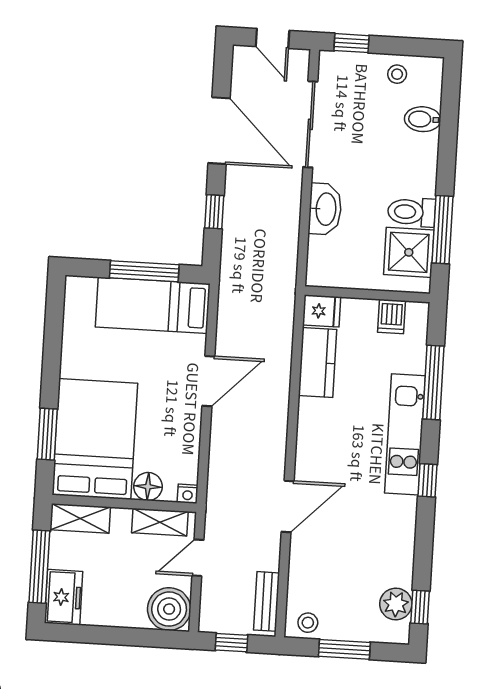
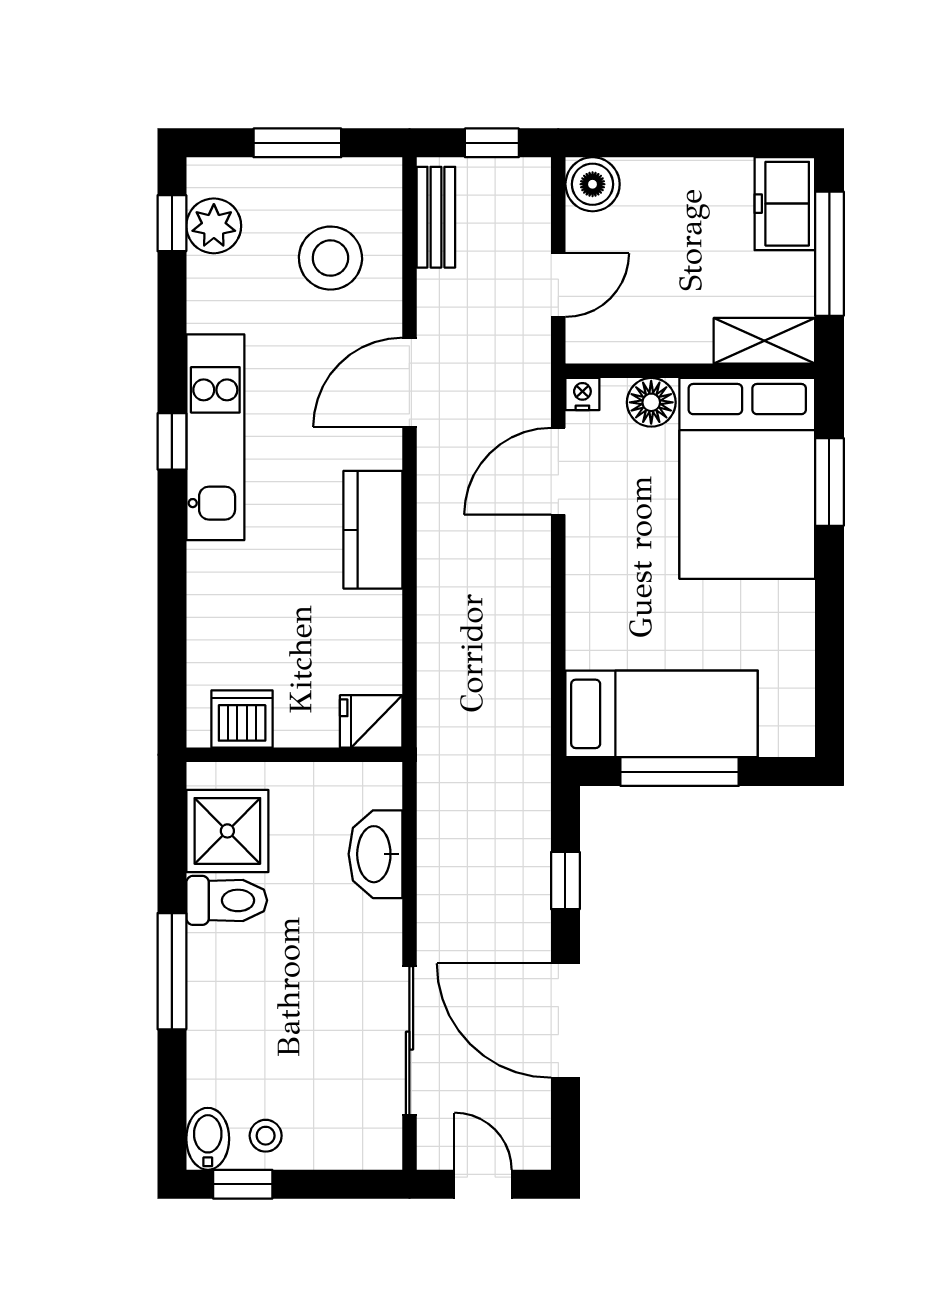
window: (352, 43) -> (243, 1184), moved
bidet: (423, 119) -> (208, 1139), moved, turned -90
washbasin: (325, 209) -> (375, 854), moved
window: (442, 230) -> (172, 971), moved
dishwasher: (392, 317) -> (242, 719), width x1.38
kitchen counter: (318, 363) -> (373, 530), moved
door: (208, 381) -> (558, 471), moved
window: (433, 383) -> (172, 610), removed
kitchen unit: (405, 434) -> (215, 437), moved
shelving: (160, 522) -> (627, 342), removed
boiler: (169, 609) -> (593, 184), width x0.73, depth x0.73
stool: (308, 623) -> (330, 258), moved, width x1.89, depth x1.89

